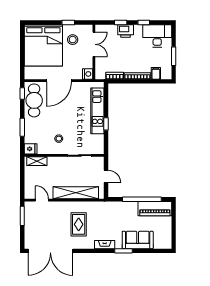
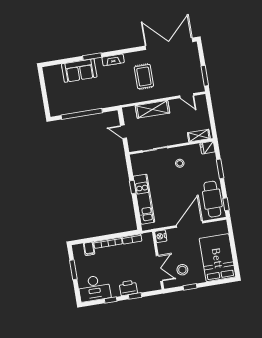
double door: (94, 44) -> (159, 268), swing flipped
bed: (43, 45) -> (217, 258), width x0.73
shelving: (76, 193) -> (153, 109), width x0.68
piano: (155, 209) -> (67, 106), removed

